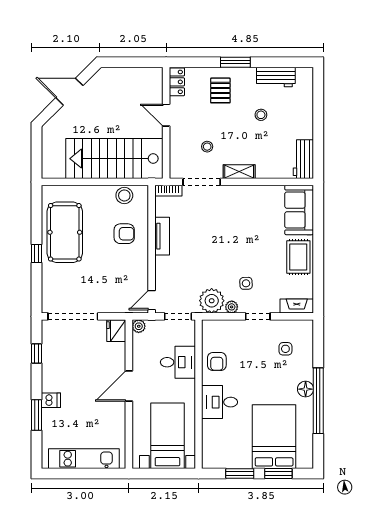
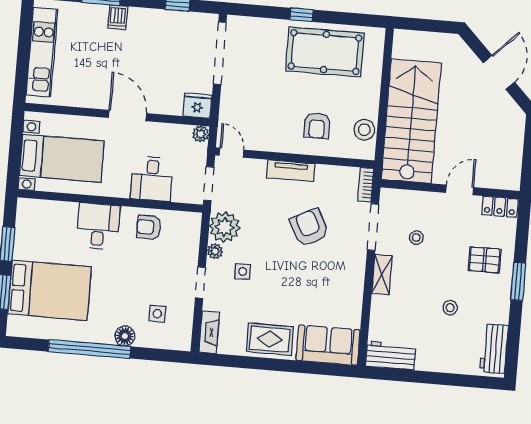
workbench: (276, 77) -> (494, 349), moved
armchair: (206, 233) -> (309, 228), added
tv unit: (162, 236) -> (291, 171), moved
floor lamp: (306, 389) -> (125, 336), moved

